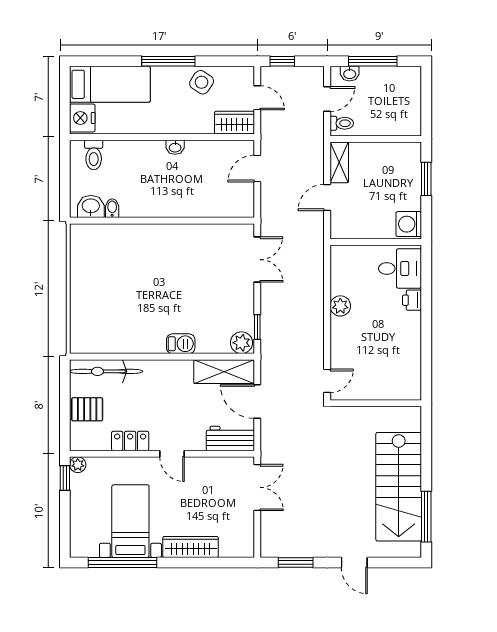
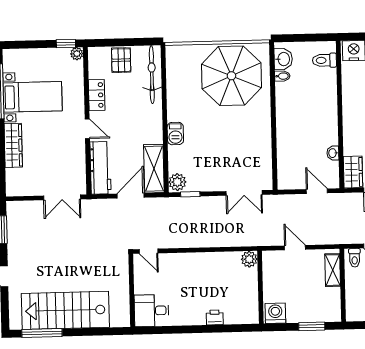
washbasin: (175, 147) -> (333, 153), moved
shelving: (339, 162) -> (333, 270), moved, turned 90
desk: (400, 269) -> (152, 311), moved, turned 90
parasol: (110, 272) -> (231, 76), added
plant: (340, 306) -> (249, 259), moved
workbench: (230, 438) -> (100, 168), width x1.38
door: (172, 454) -> (87, 129), swing flipped

